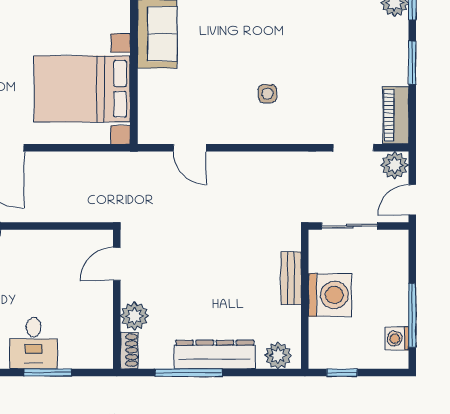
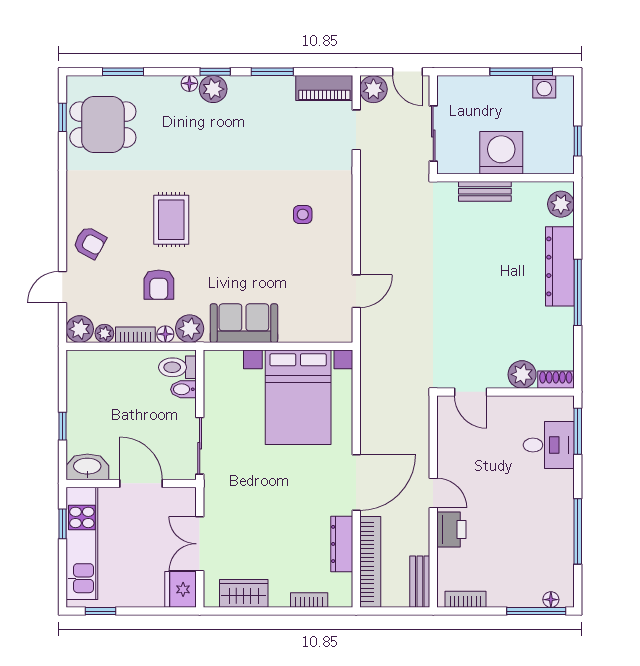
door: (117, 264) -> (471, 392), moved
wall: (117, 299) -> (505, 392), moved
plant: (135, 316) -> (522, 374), moved
shoe rack: (129, 350) -> (556, 380), moved

